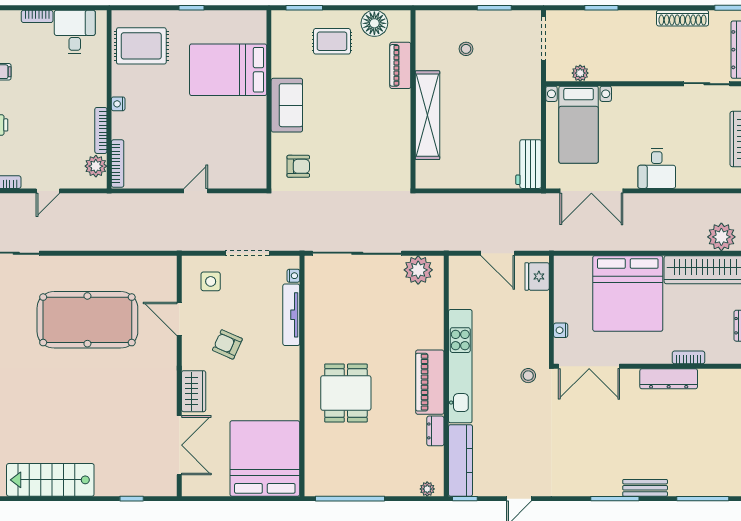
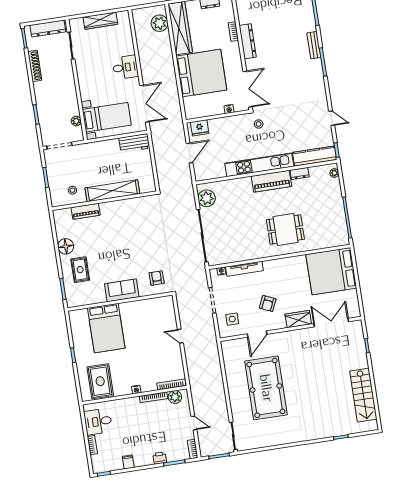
piano: (400, 65) -> (86, 211), moved
wall: (413, 99) -> (104, 201), moved
shelving: (428, 115) -> (112, 191), moved

